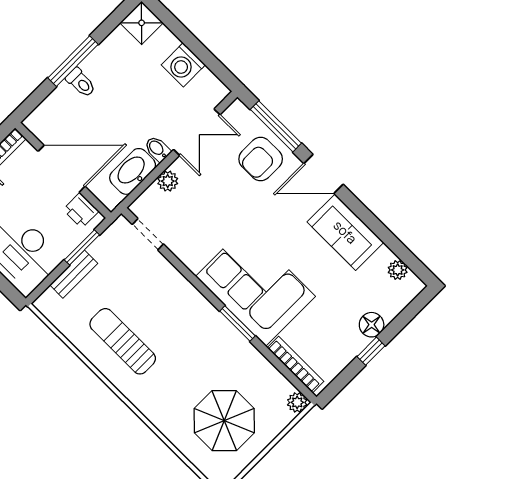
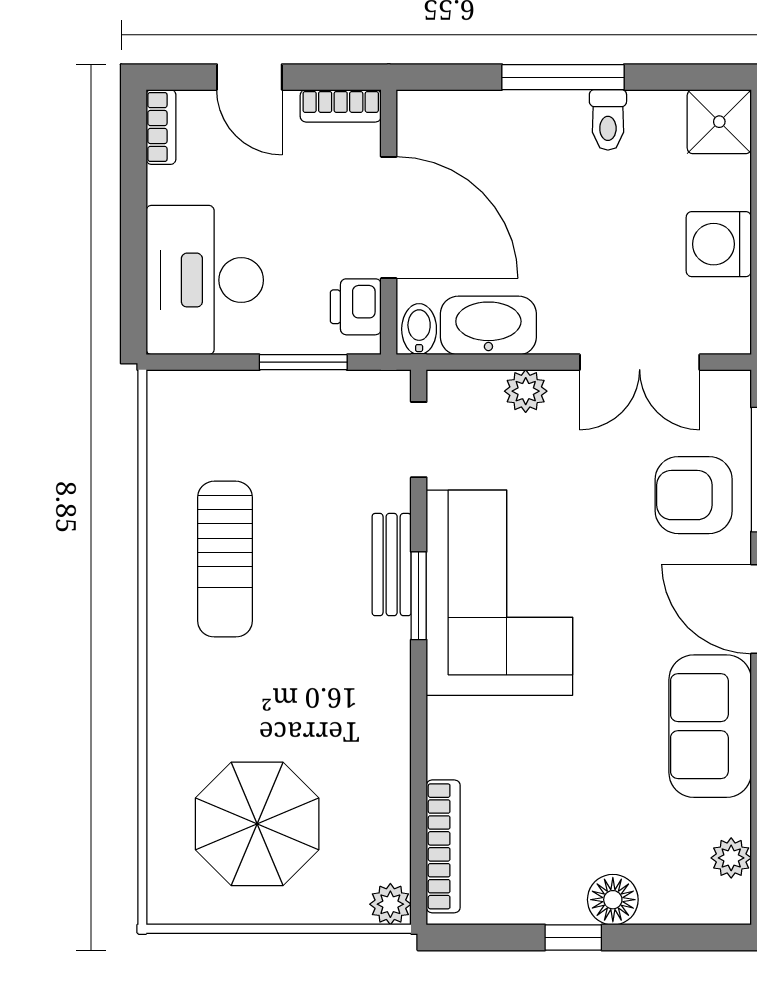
toilet: (81, 83) -> (608, 120), moved
bidet: (157, 149) -> (419, 329), moved
bench: (74, 274) -> (392, 565), moved, turned 90
corner sofa: (255, 286) -> (499, 593), moved
window: (237, 324) -> (419, 596), moved
sun lounger: (123, 341) -> (225, 559), turned 180

